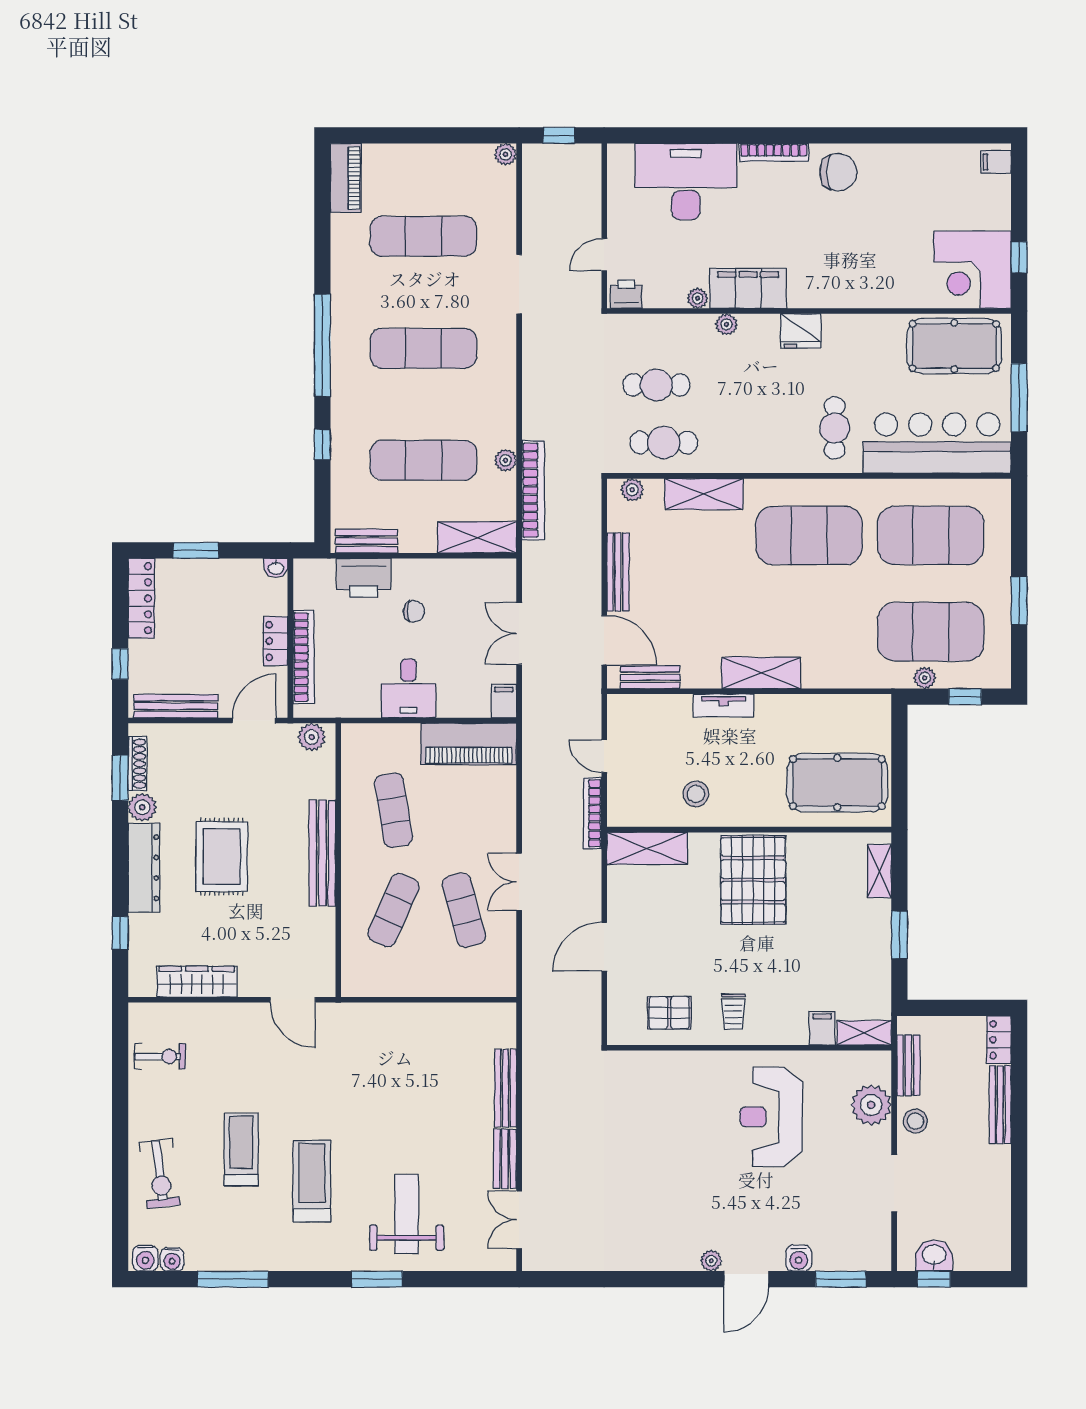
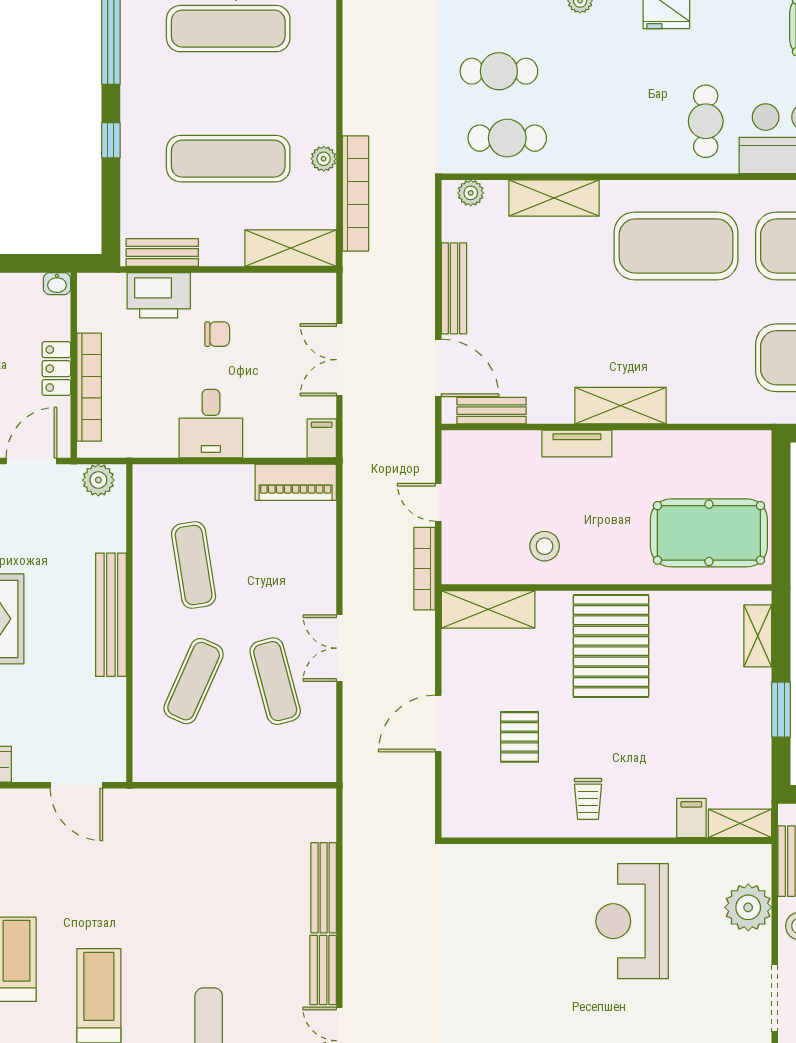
piano: (469, 744) -> (296, 482), width x0.73, depth x0.75
pallet: (669, 1013) -> (520, 737), moved, turned 90

